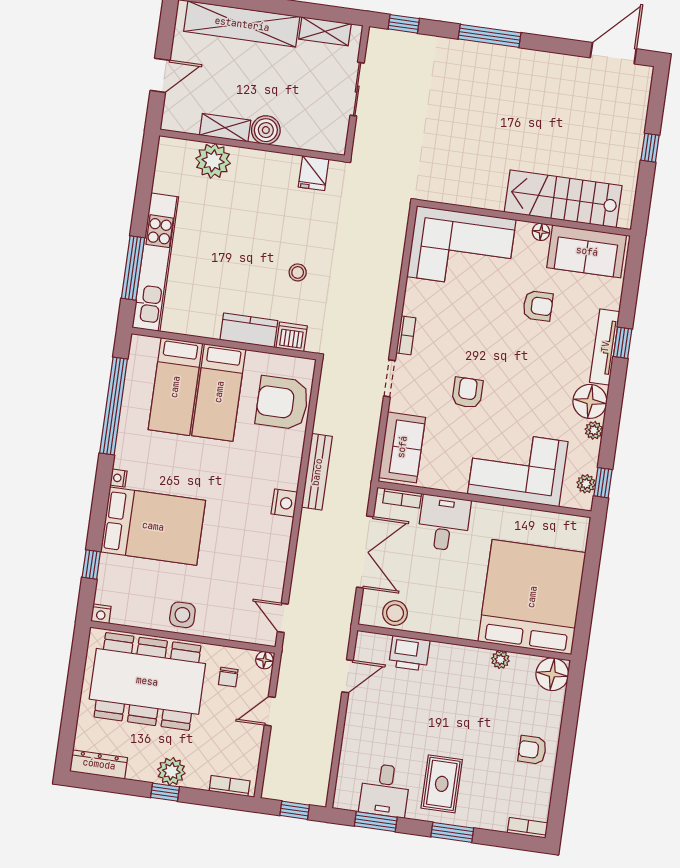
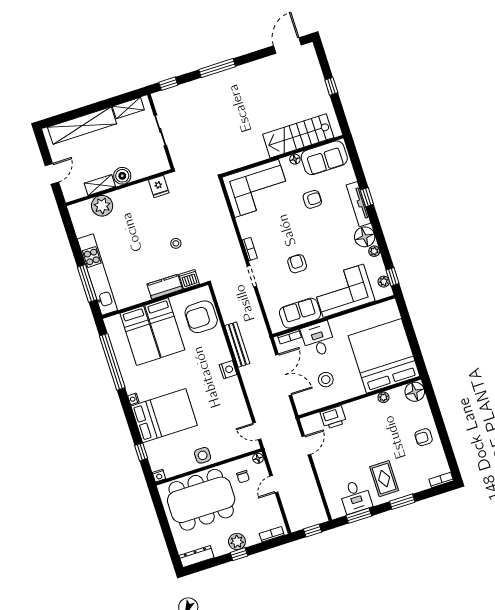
sofa: (402, 447) -> (300, 313), moved, turned -90
stool: (395, 613) -> (326, 380), moved

